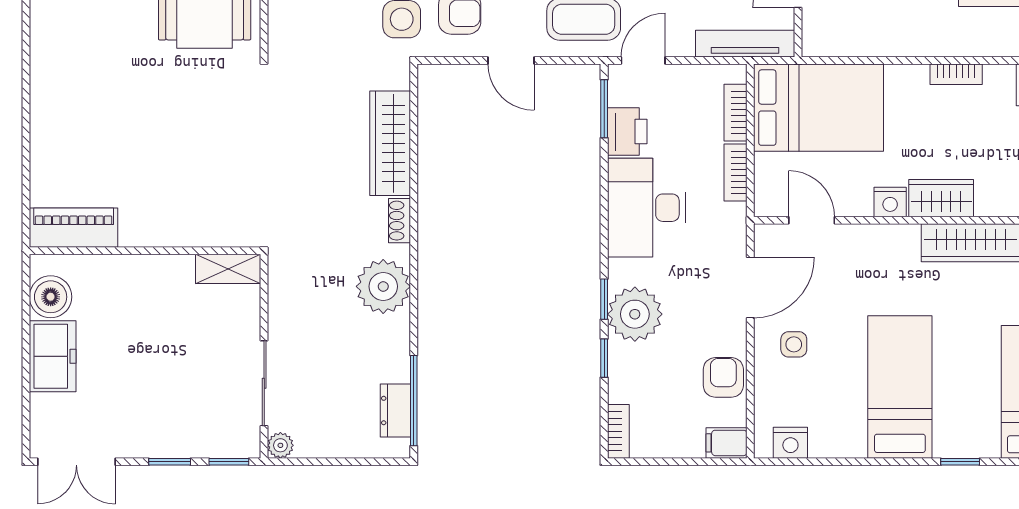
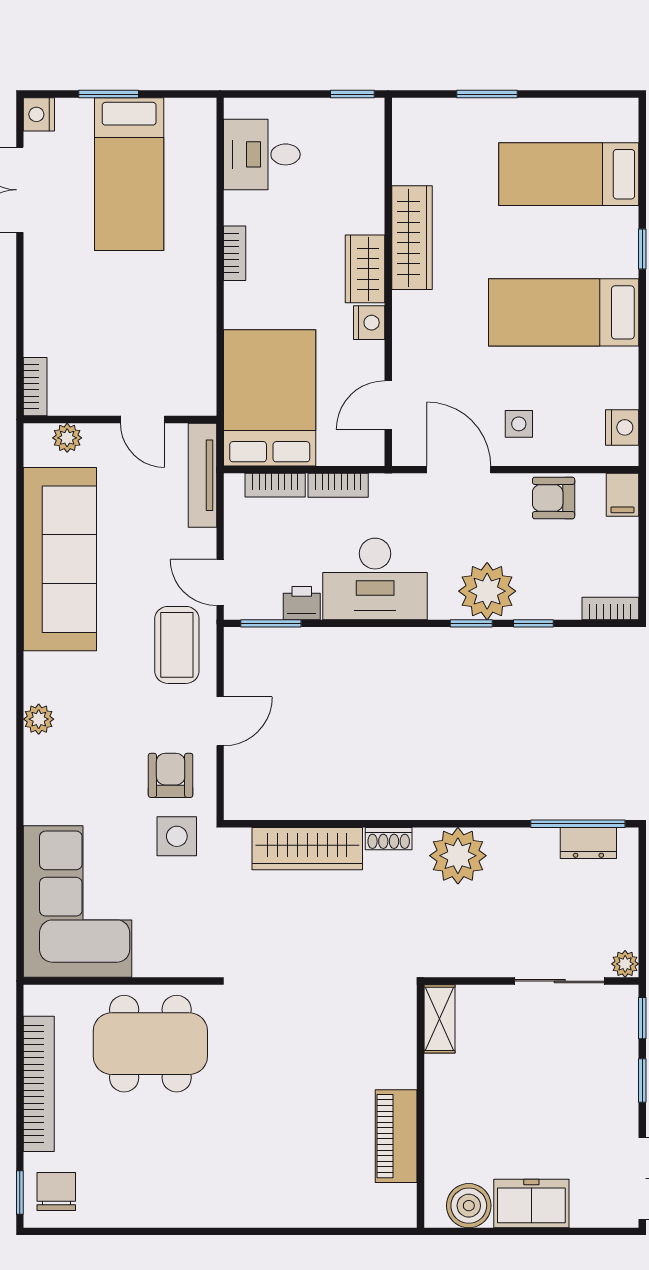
printer: (627, 132) -> (302, 603), width x0.73, depth x0.81
piano: (74, 228) -> (396, 1136), moved

